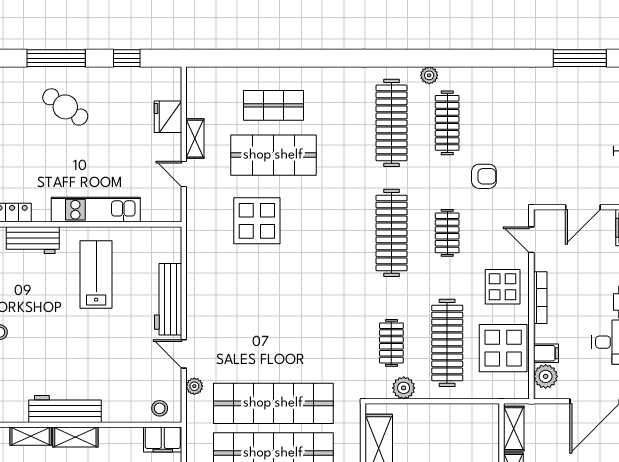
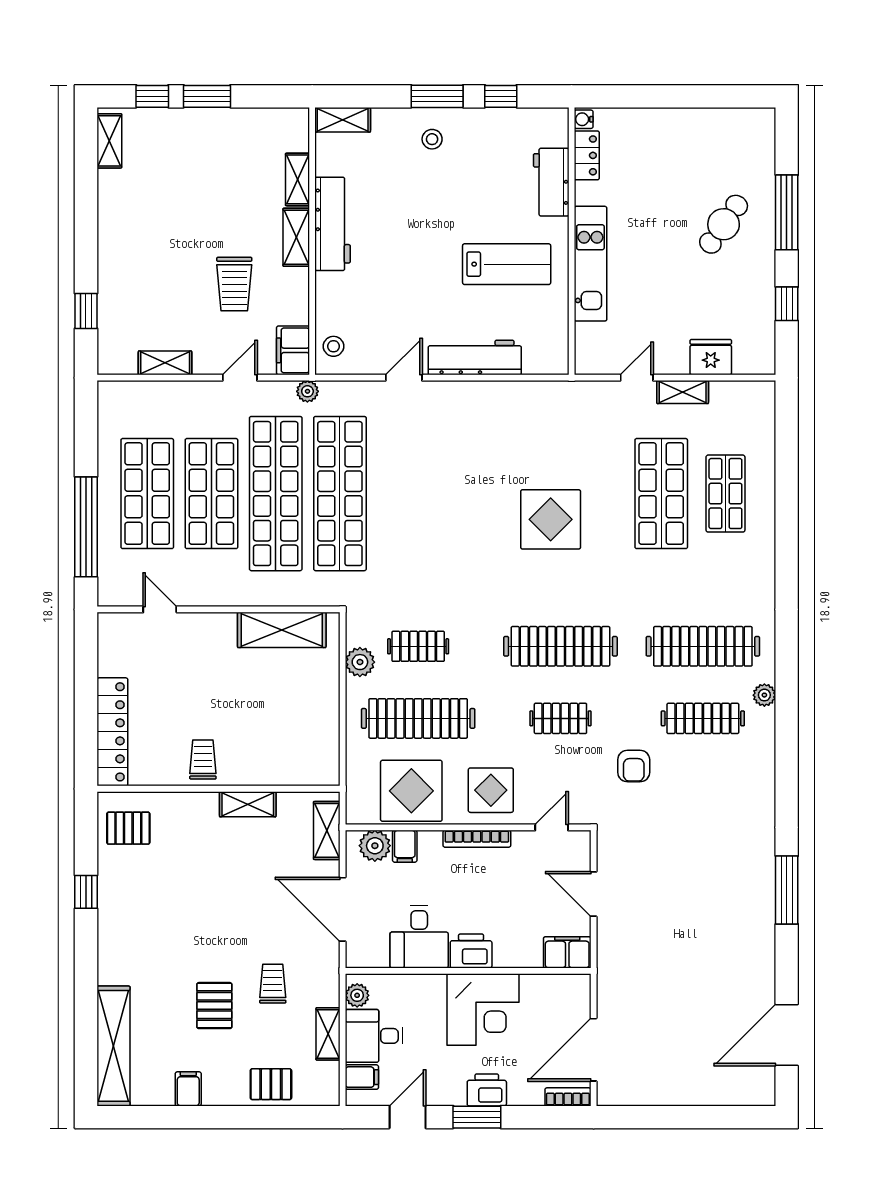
display table: (257, 221) -> (551, 519), moved
plant: (194, 386) -> (307, 391), moved
shelving: (514, 429) -> (327, 830), moved, turned 90

